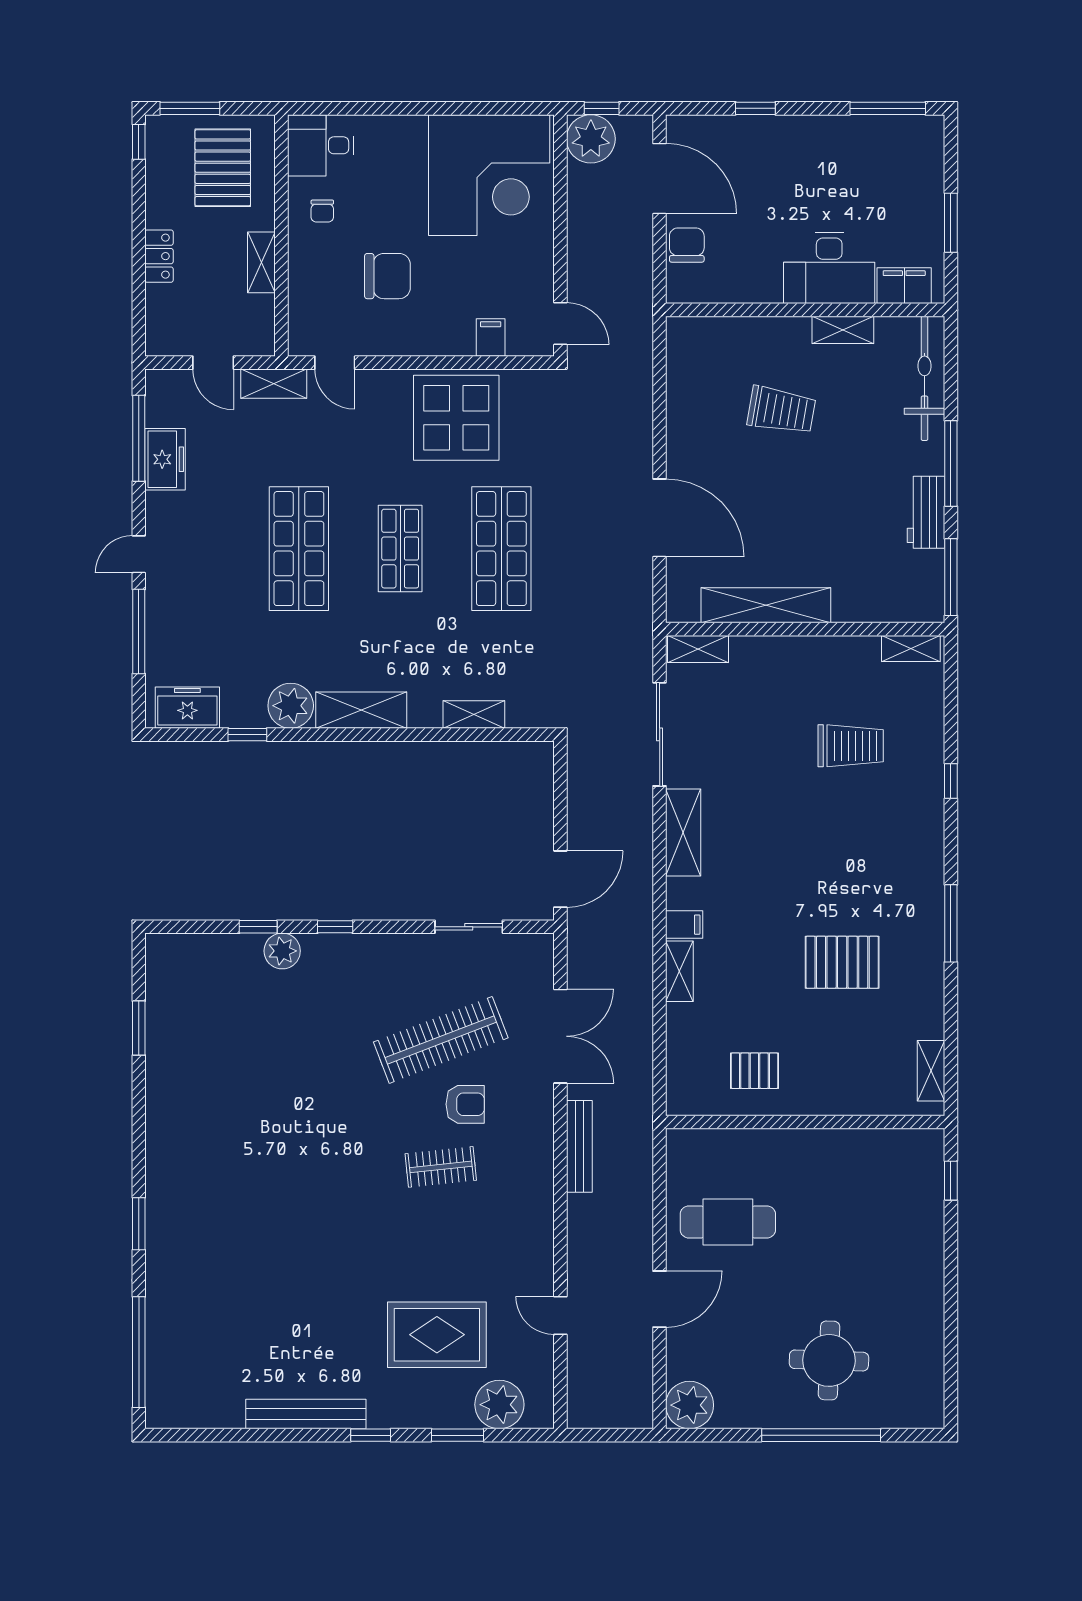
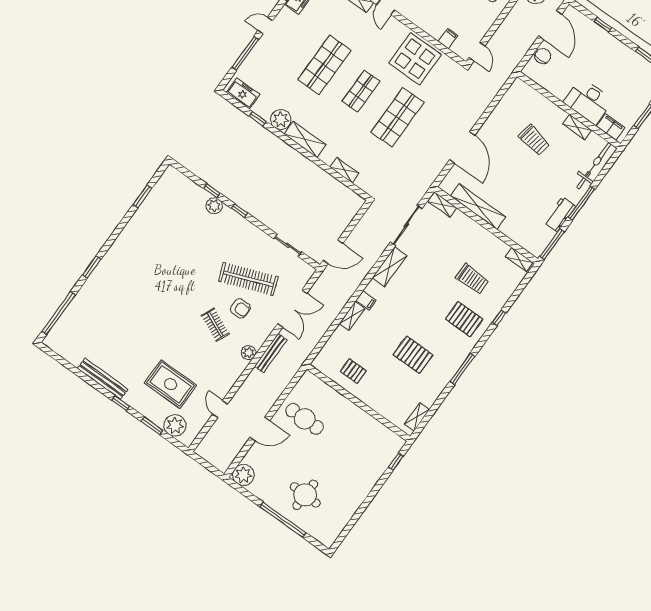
pallet: (889, 830) -> (464, 319), added
clothes rail: (441, 1167) -> (215, 325), turned 30
plant: (538, 1175) -> (248, 353), added

